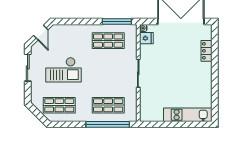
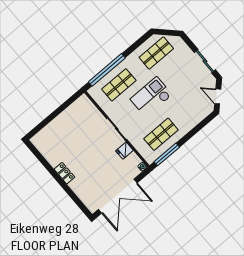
fridge: (146, 38) -> (124, 151), moved
locker: (207, 51) -> (64, 173), moved
checkout: (64, 70) -> (151, 97), moved
kitchen unit: (188, 115) -> (52, 129), removed

